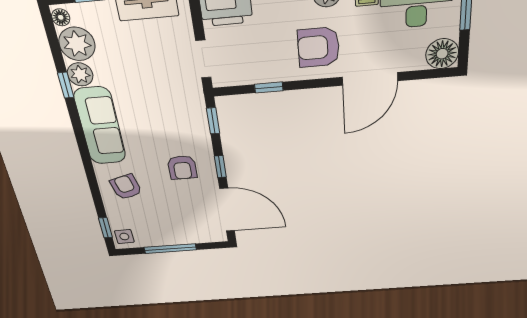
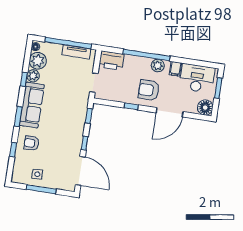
window: (269, 87) -> (131, 106), moved
window: (84, 151) -> (18, 117), added
armchair: (182, 168) -> (65, 139), removed
armchair: (126, 187) -> (32, 143), turned -75
window: (105, 228) -> (13, 150), moved
side table: (124, 237) -> (37, 174), moved

